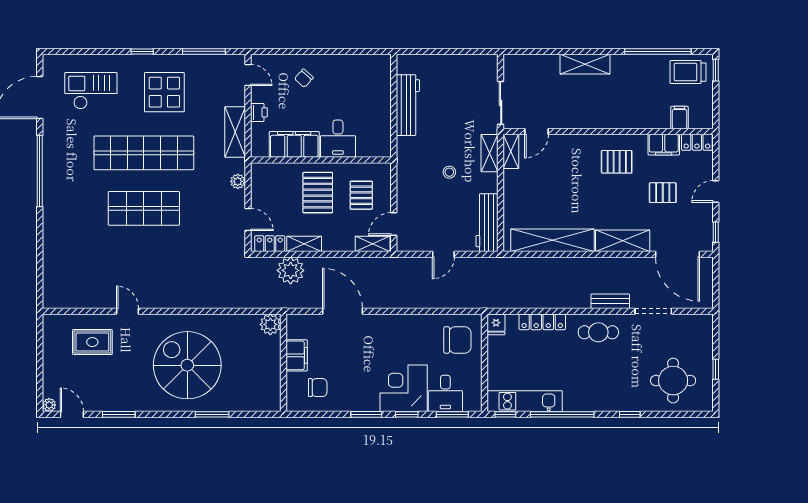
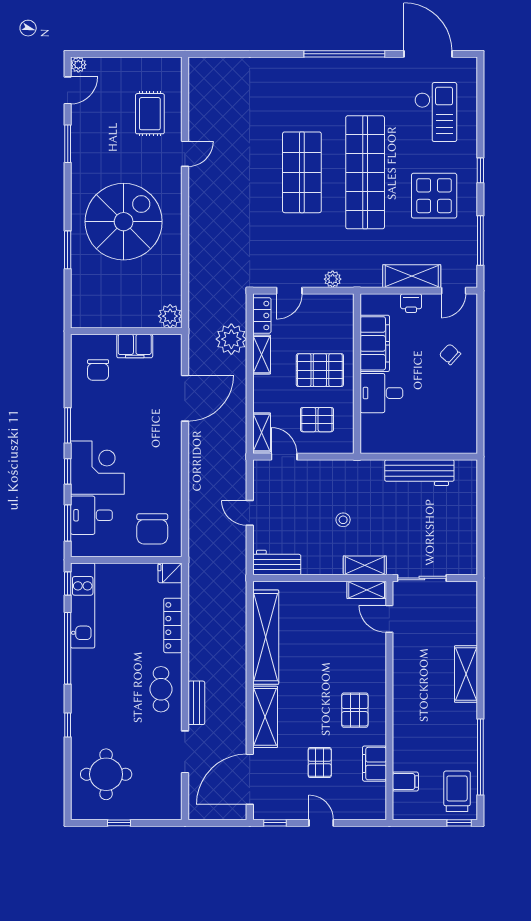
shelving: (235, 132) -> (412, 276), moved
locker: (697, 142) -> (377, 801), removed
workbench: (487, 223) -> (277, 563), width x0.73

